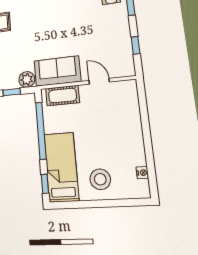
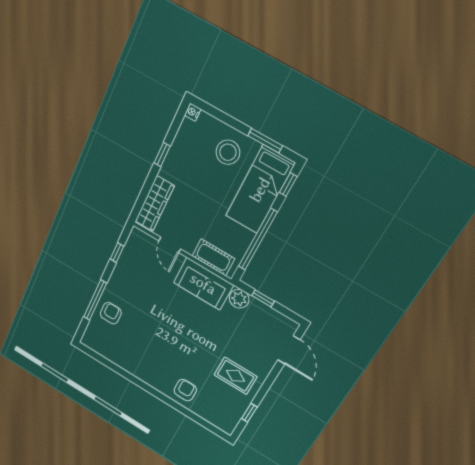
wardrobe: (130, 104) -> (155, 204), added
window: (148, 145) -> (162, 155), added
nightstand: (142, 173) -> (193, 112), moved
window: (79, 205) -> (265, 141), added

